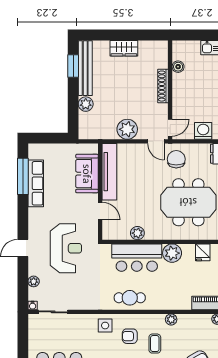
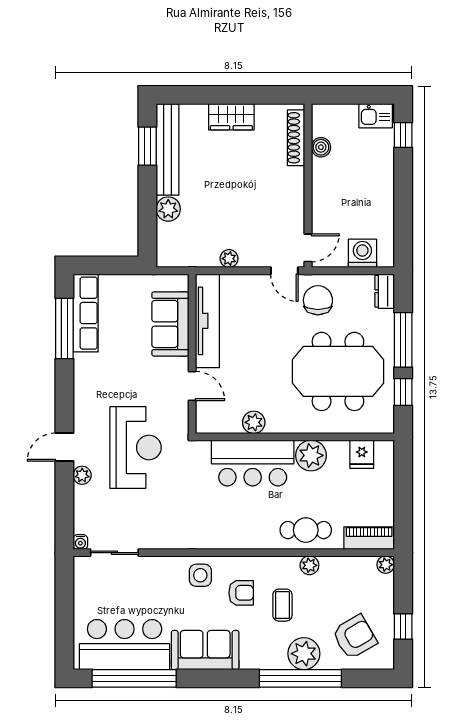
shoe rack: (163, 86) -> (296, 138), moved
plant: (127, 129) -> (229, 259), width x0.53, depth x0.53
row of seats: (36, 183) -> (86, 313), moved
plant: (34, 281) -> (82, 475), moved
cafe table: (130, 298) -> (306, 530), moved
armchair: (130, 336) -> (241, 593), turned 180

